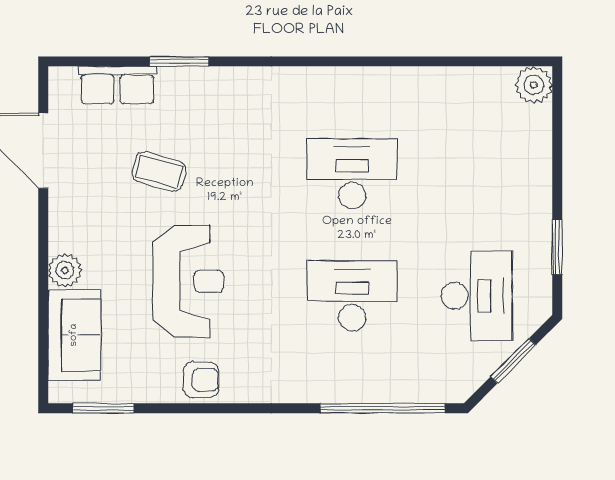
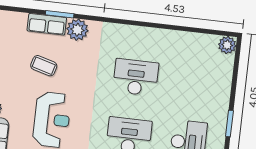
row of seats: (117, 85) -> (47, 24), moved
plant: (220, 89) -> (77, 30), added

